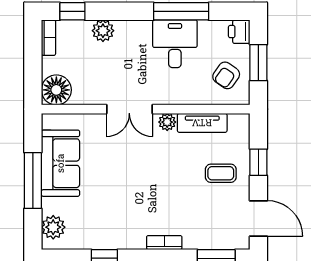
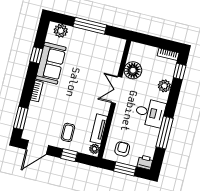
desk: (175, 44) -> (150, 113), moved
armchair: (226, 75) -> (122, 149), turned 56
floor lamp: (56, 90) -> (133, 70), moved
plant: (167, 122) -> (94, 149), moved
sofa: (60, 163) -> (51, 63), moved, turned -90

